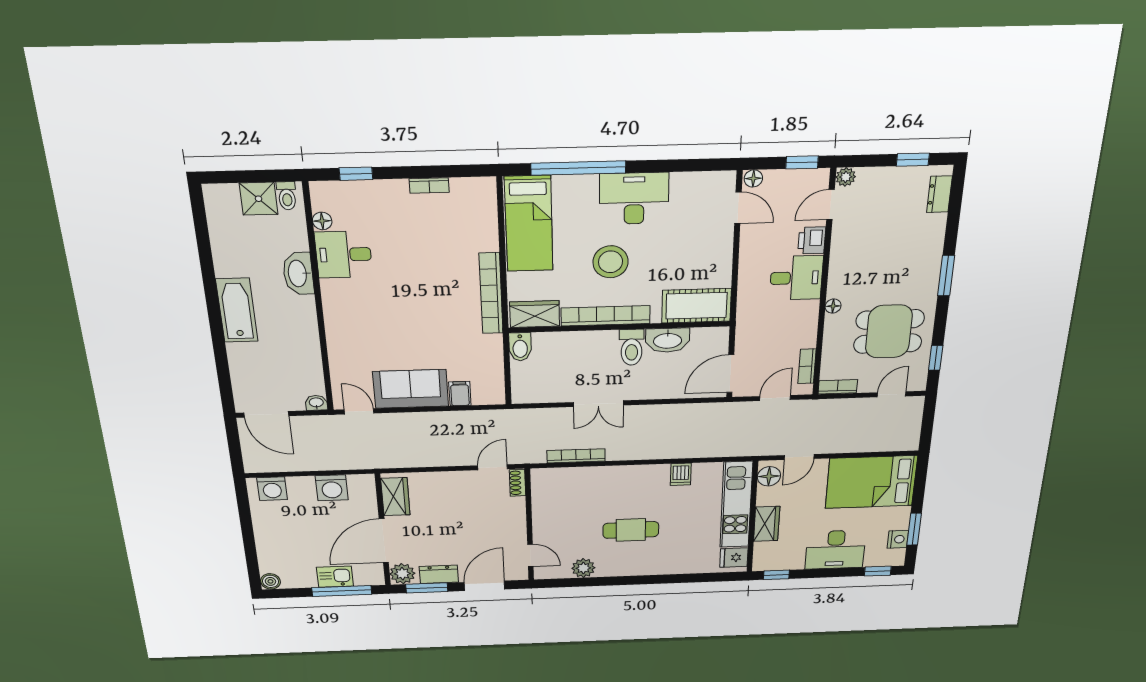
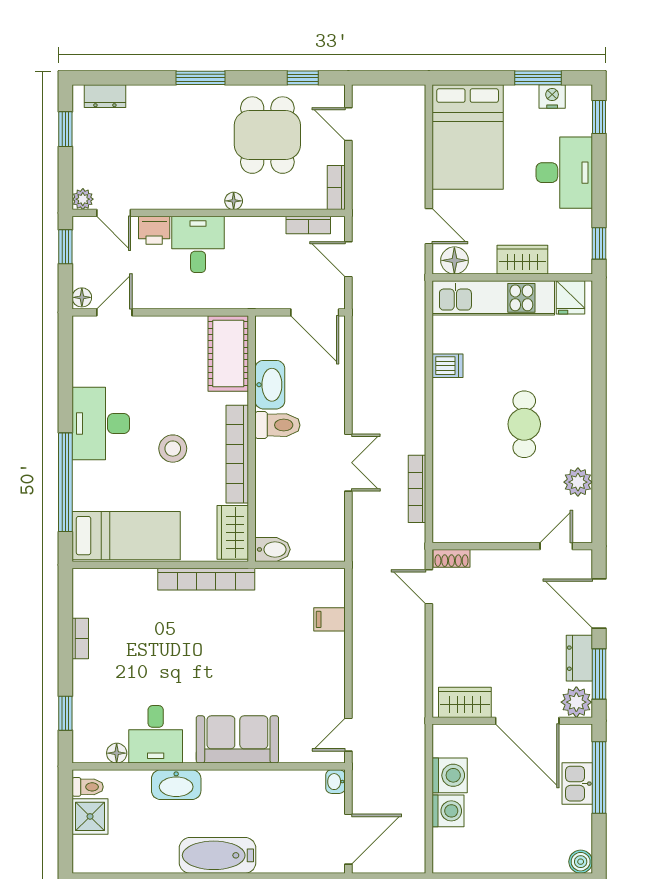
stool: (611, 262) -> (173, 449), width x0.73, depth x0.73
sofa: (411, 389) -> (237, 739), moved, turned 90
washing machine: (272, 489) -> (448, 811), moved

